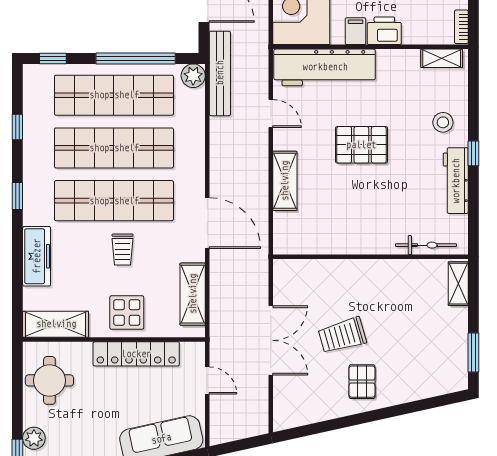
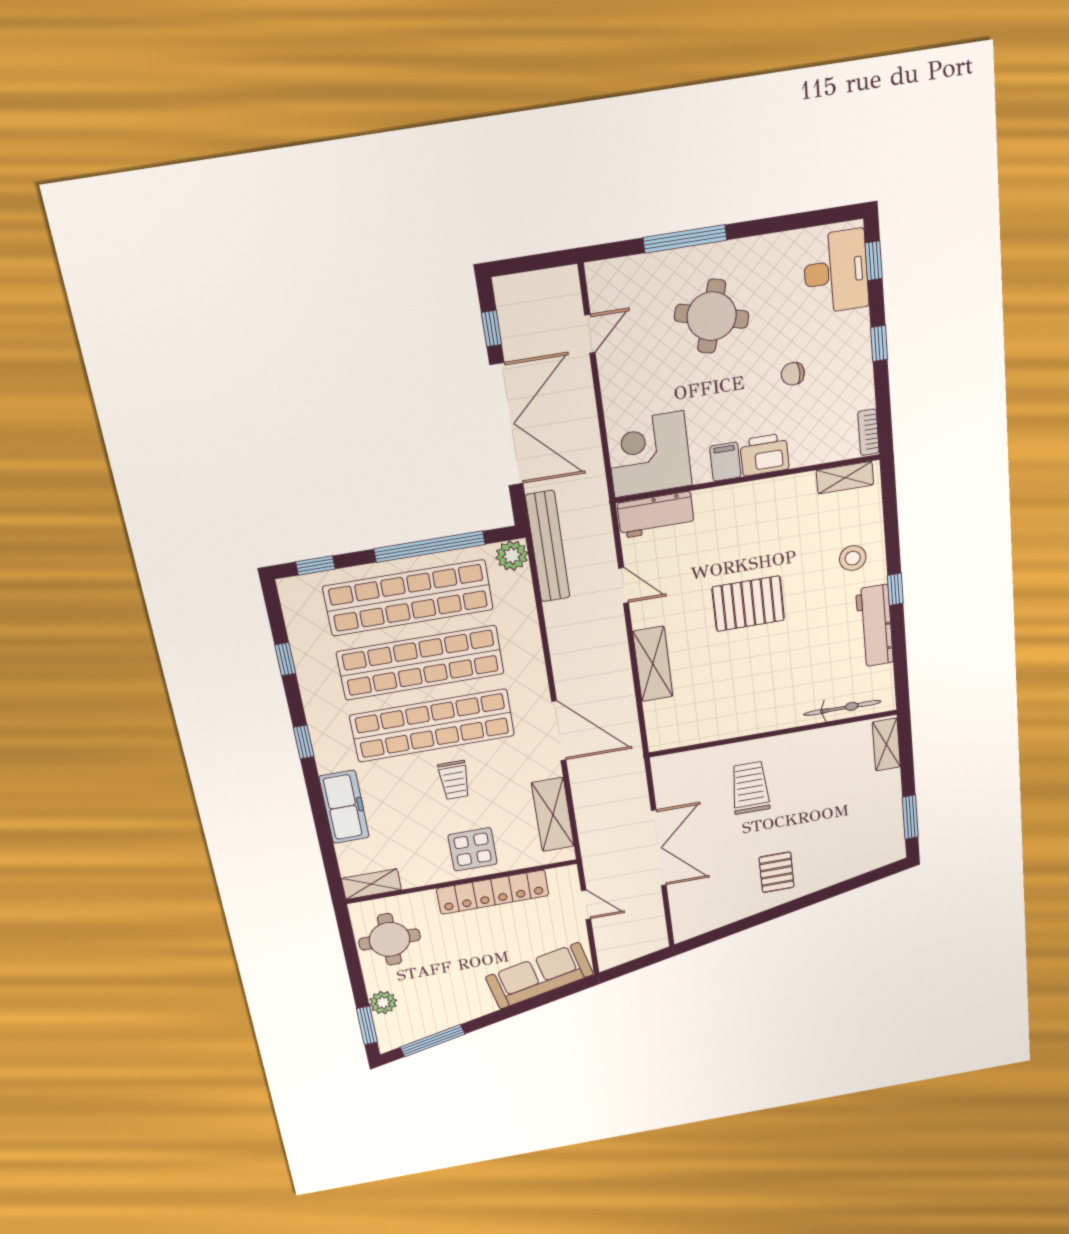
workbench: (325, 67) -> (656, 515), width x0.53, depth x0.76
shelving: (56, 324) -> (371, 884), width x0.67, depth x0.75
trolley: (342, 335) -> (750, 788), moved, turned 106

